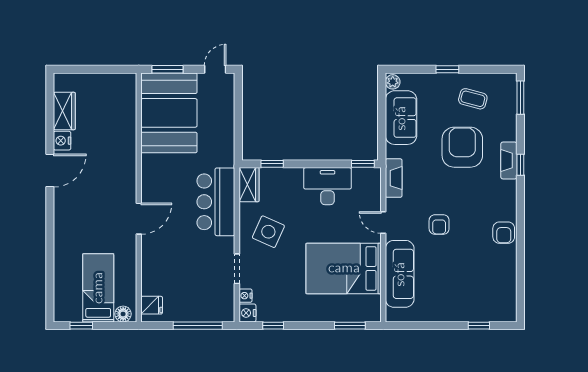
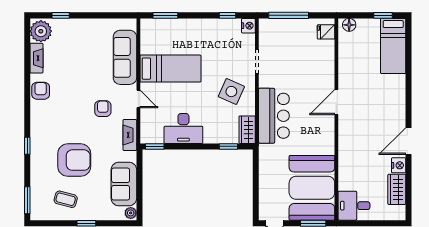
desk: (117, 91) -> (354, 206), added
armchair: (462, 147) -> (74, 160), turned -90
fireplace: (509, 161) -> (36, 58), moved
armchair: (439, 225) -> (103, 109), moved
bed: (344, 268) -> (170, 69), width x0.67
bed: (98, 288) -> (393, 46), moved
nightstand: (245, 296) -> (250, 40), removed
plant: (503, 306) -> (41, 31), added

